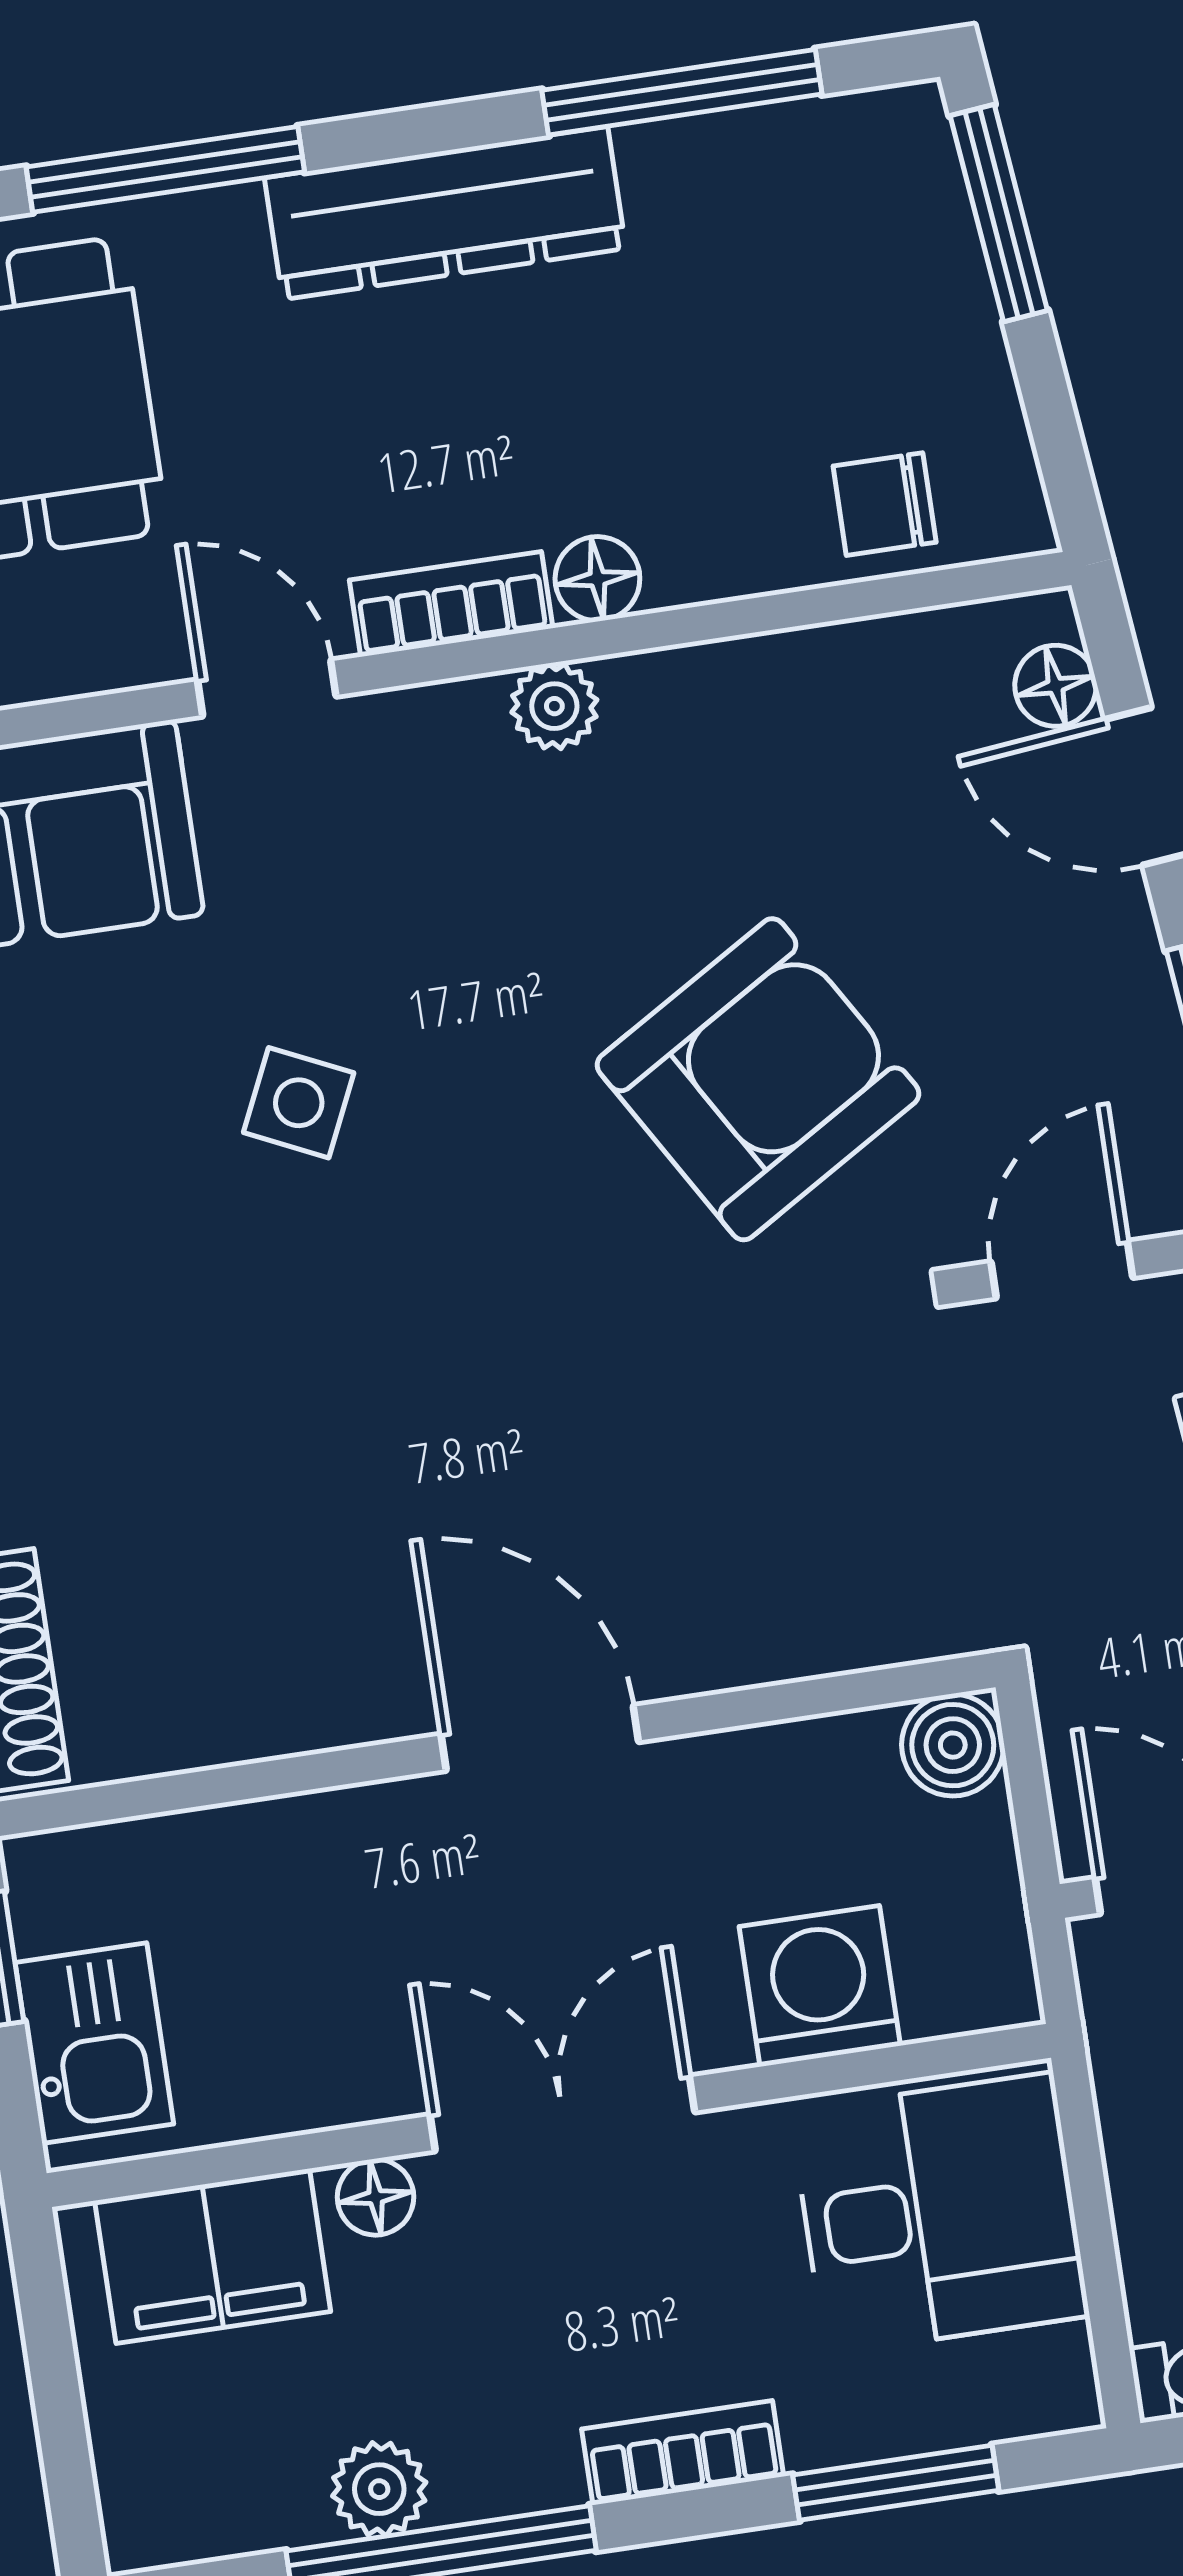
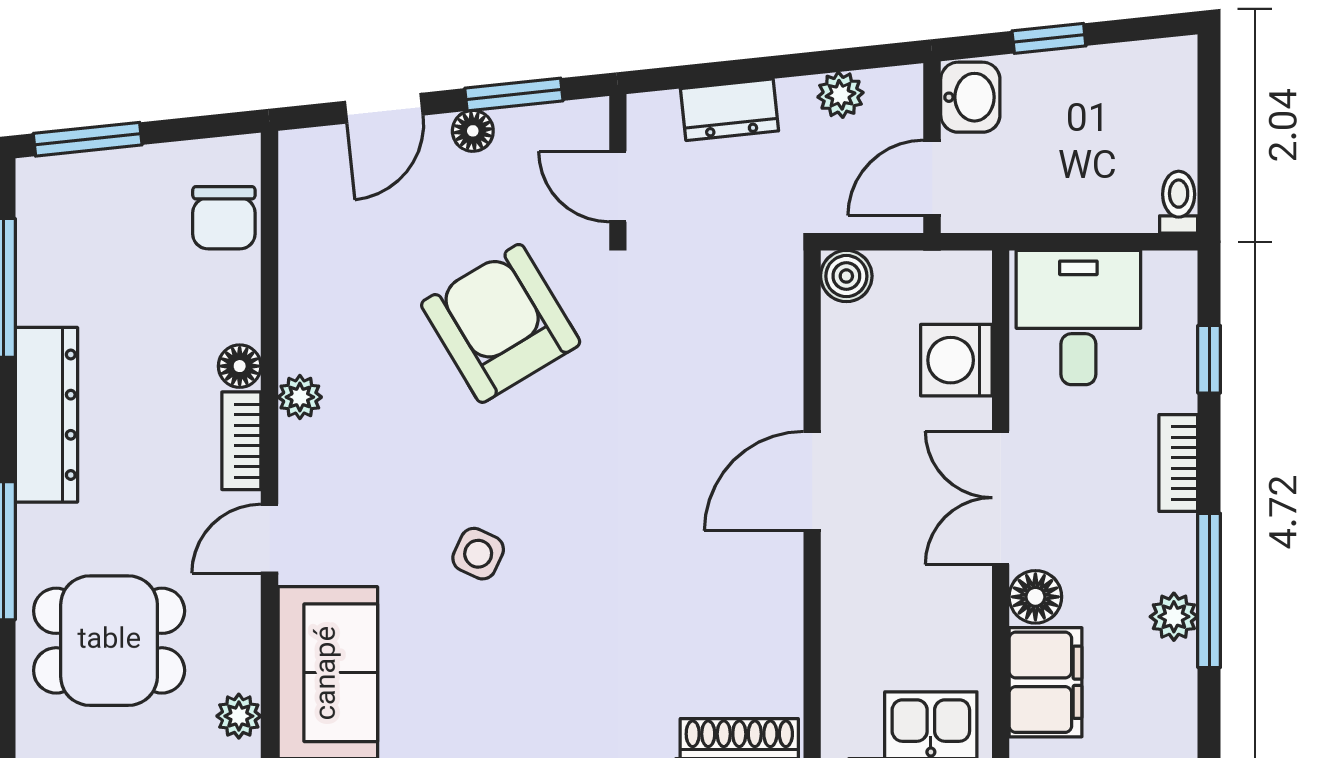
chair: (885, 504) -> (224, 218), width x1.37, depth x1.37
floor lamp: (1056, 686) -> (473, 131), moved
floor lamp: (376, 2197) -> (1035, 597), width x1.37, depth x1.37
window: (896, 2483) -> (1209, 359), width x0.67

